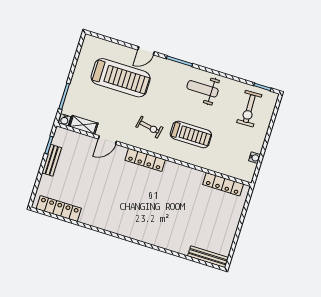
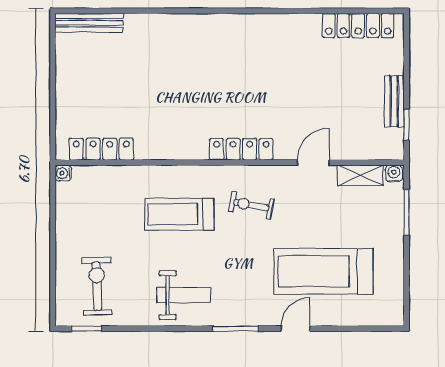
water cooler: (255, 158) -> (63, 173), moved

